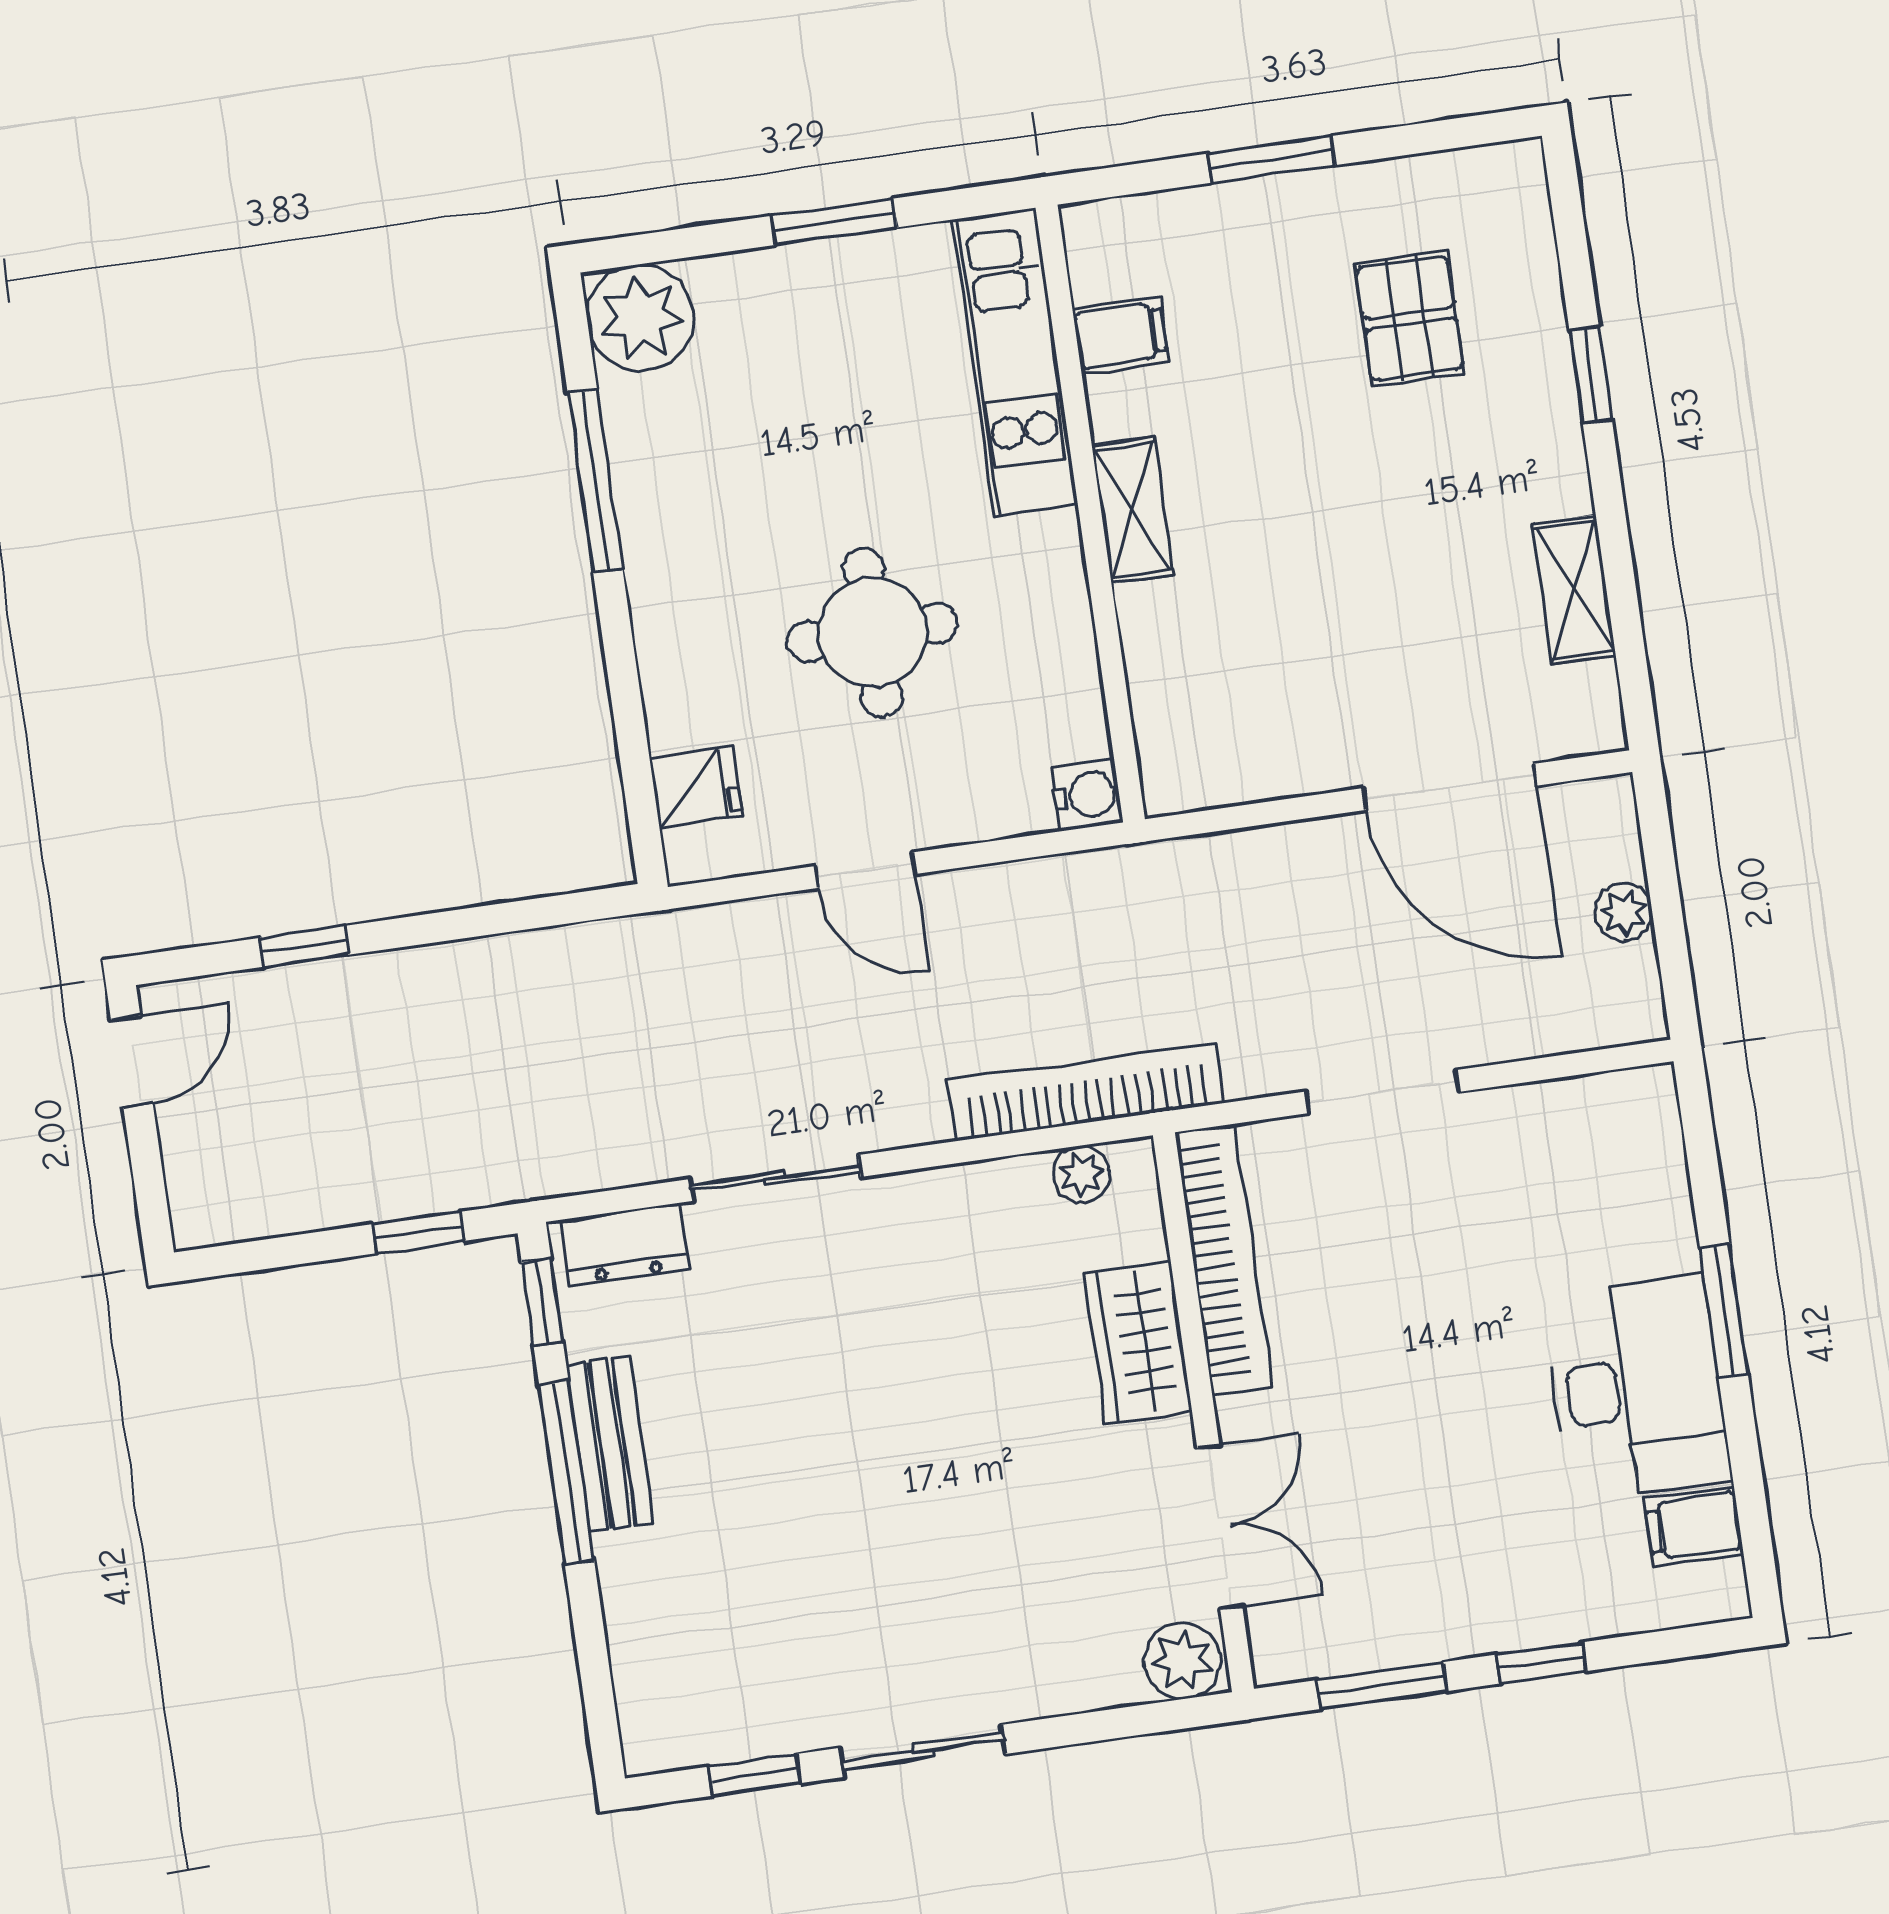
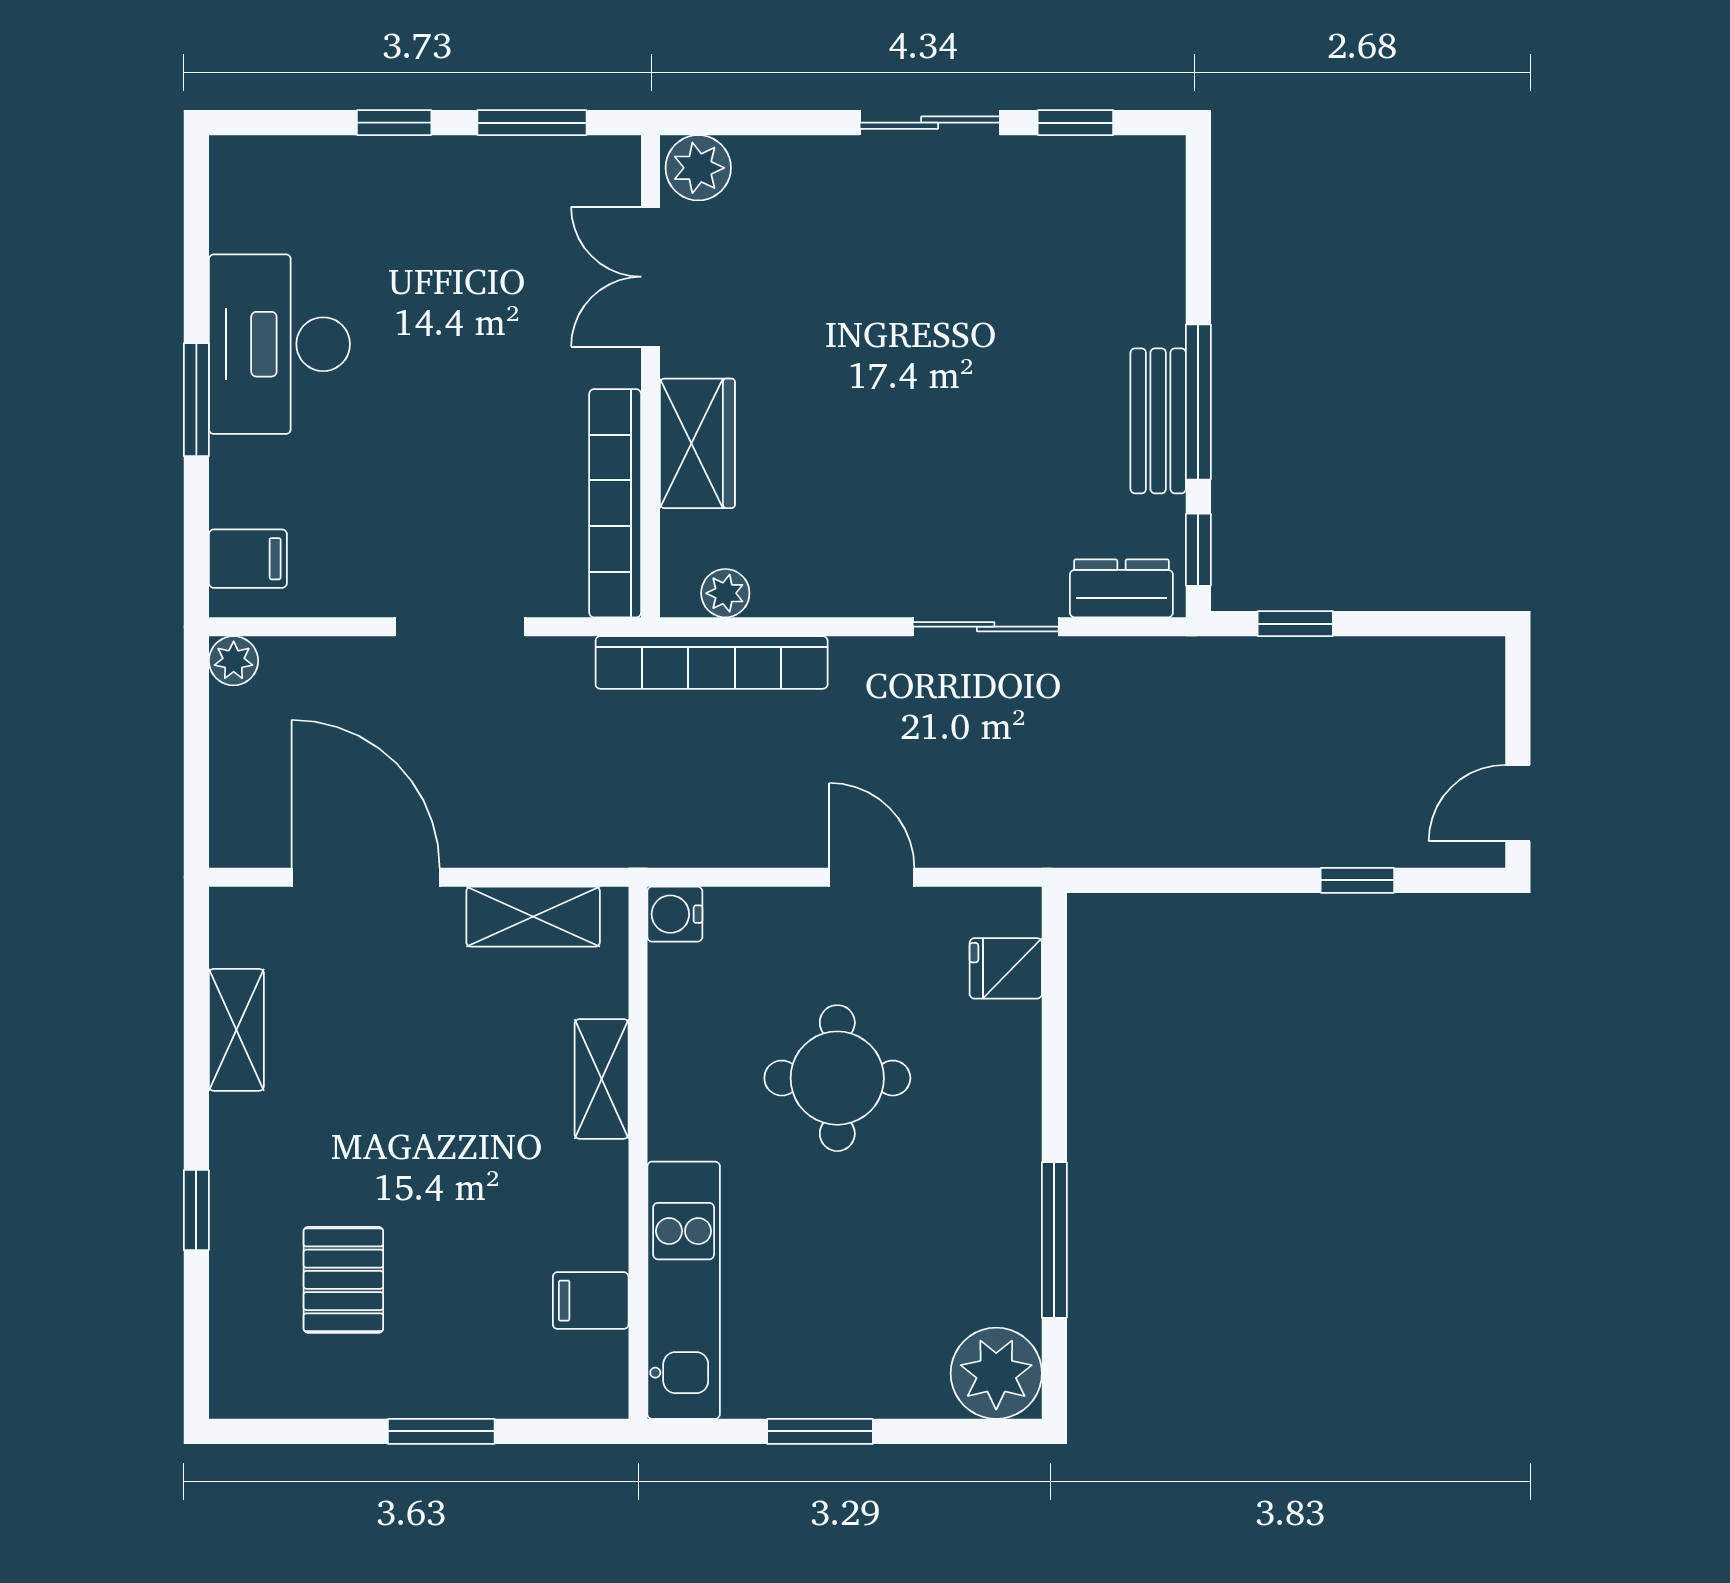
shelving: (1133, 510) -> (602, 1079), moved
shelving: (1250, 769) -> (533, 917), added
plant: (1623, 912) -> (234, 661), moved
filing cabinet: (1694, 1526) -> (248, 559), moved

